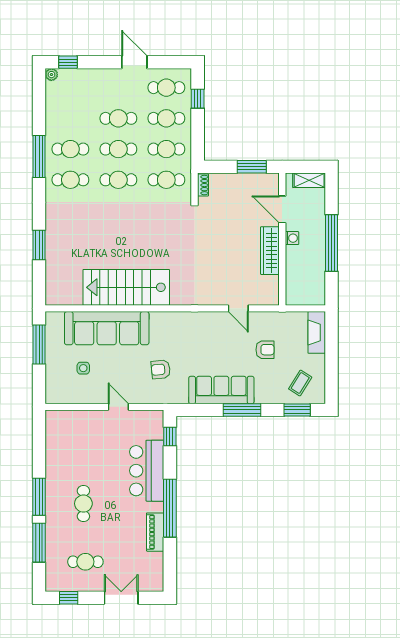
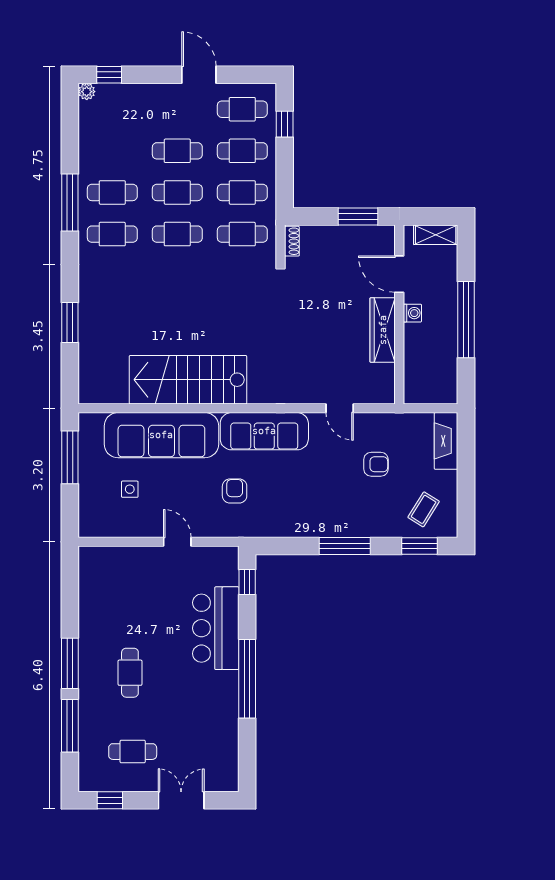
armchair: (161, 369) -> (235, 491), turned 95
sofa: (221, 390) -> (264, 431), moved, turned 180
piano: (155, 532) -> (227, 711), removed

